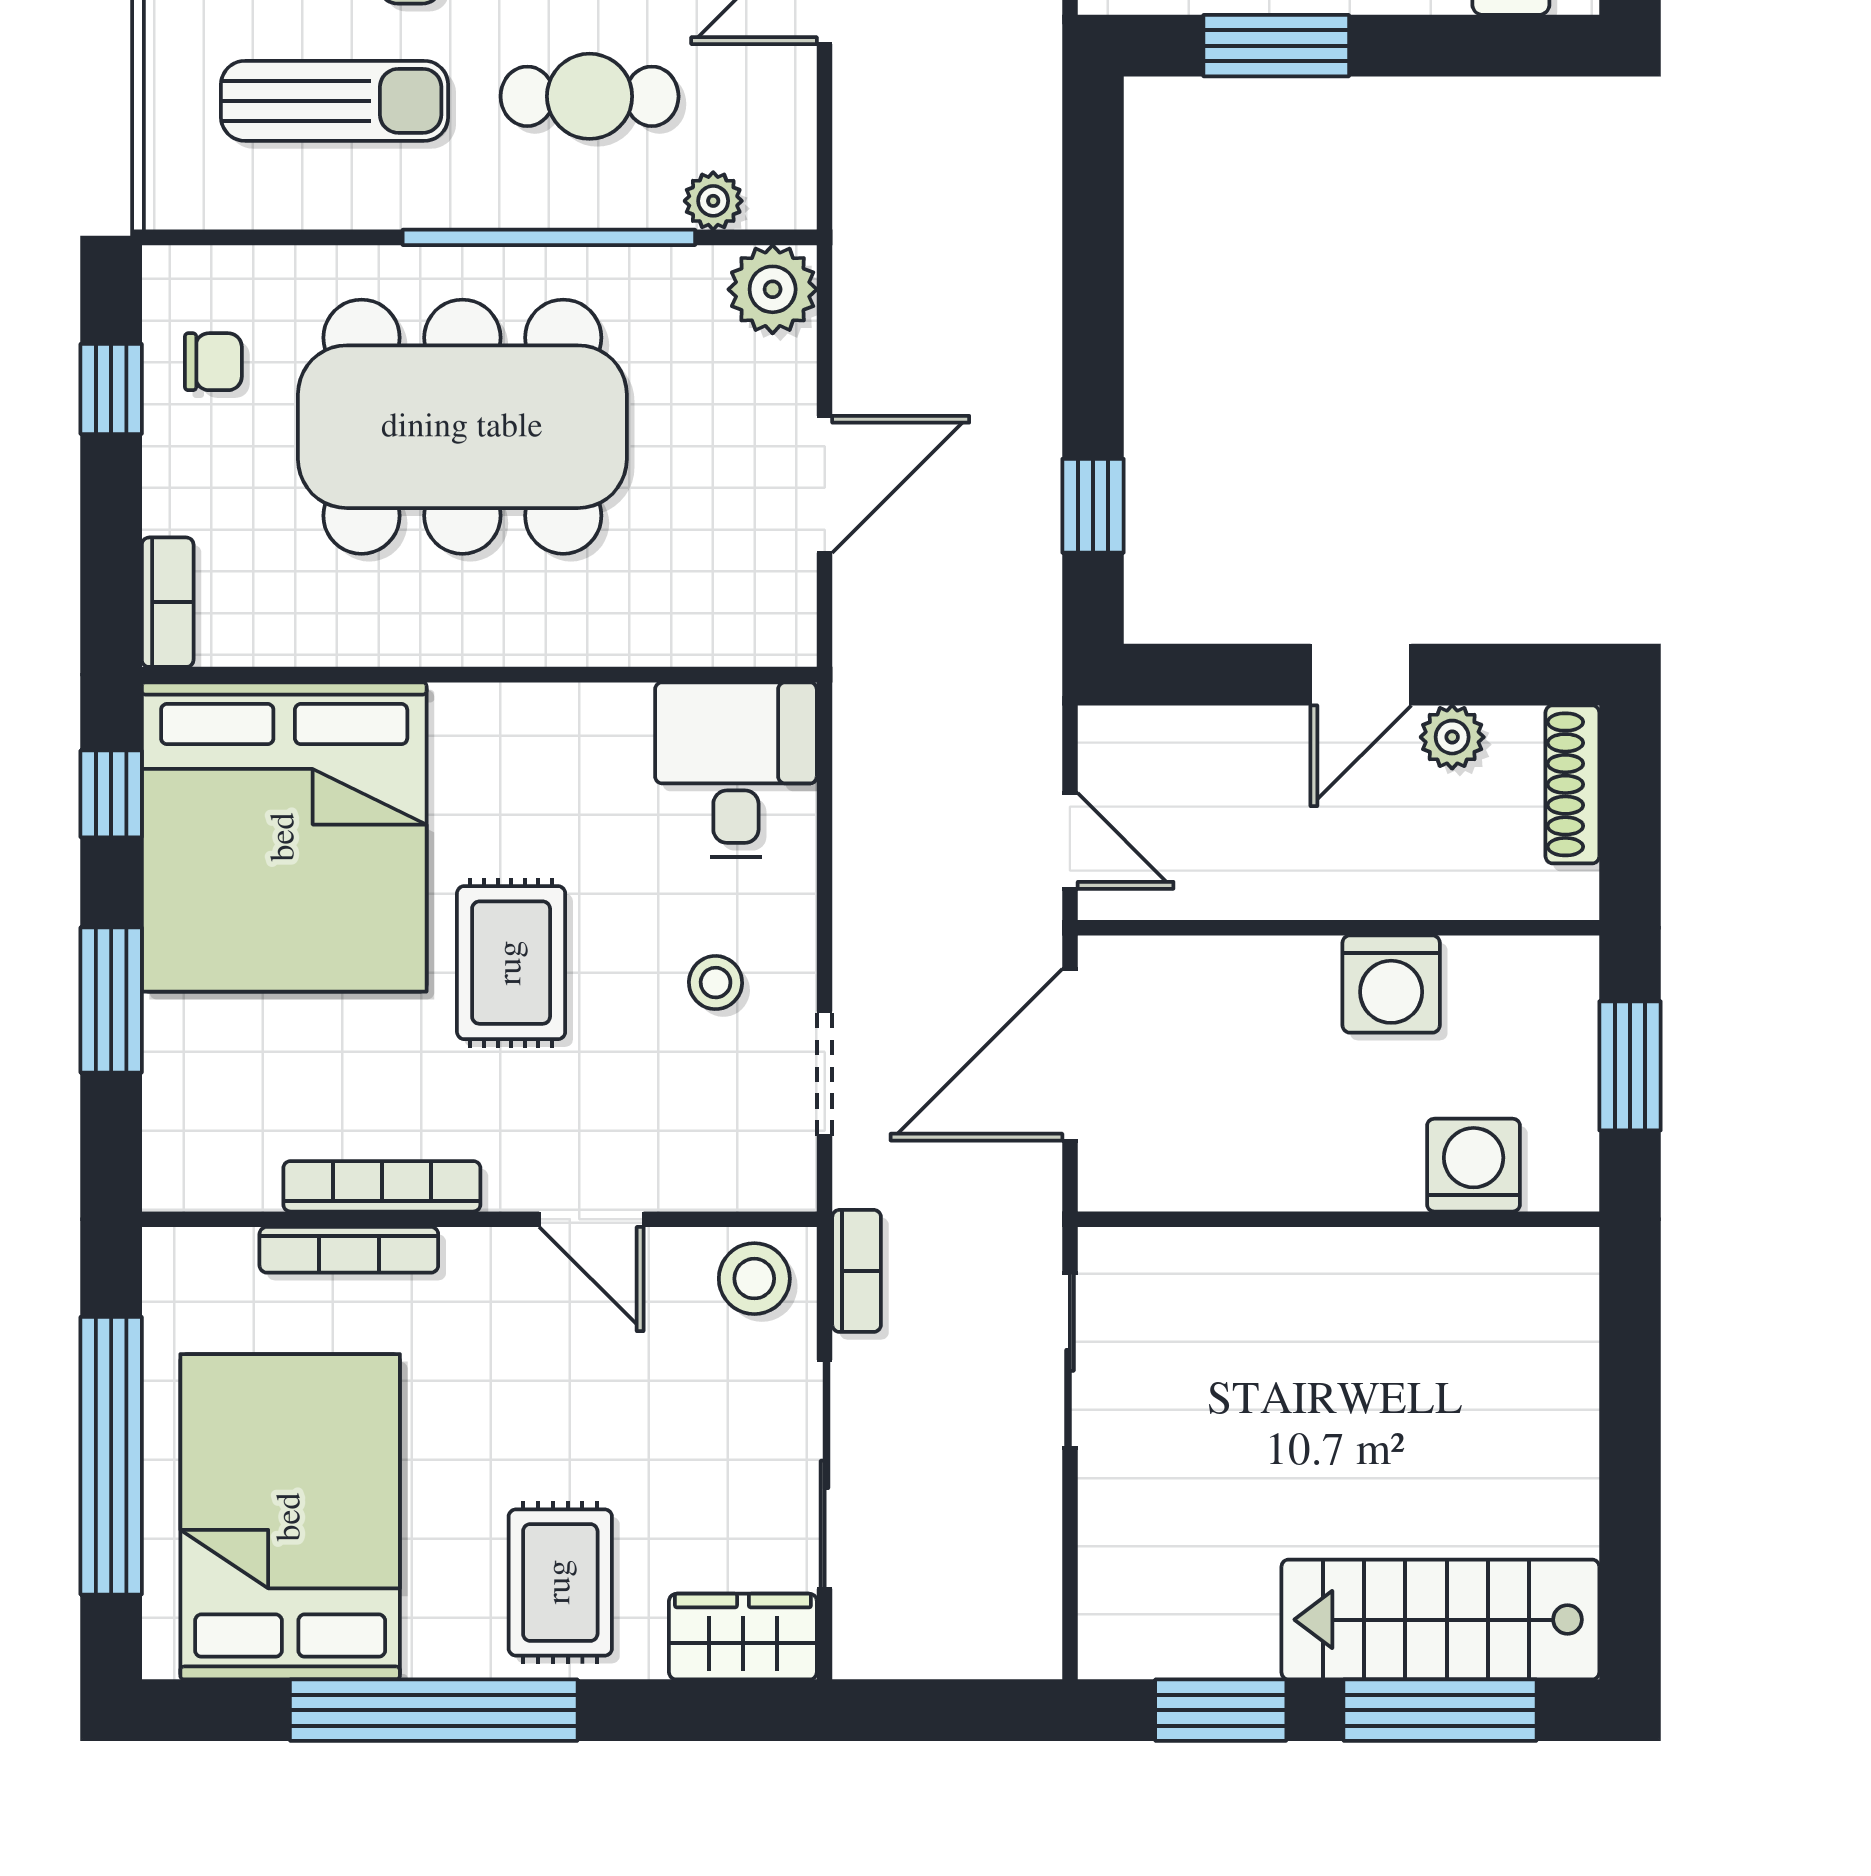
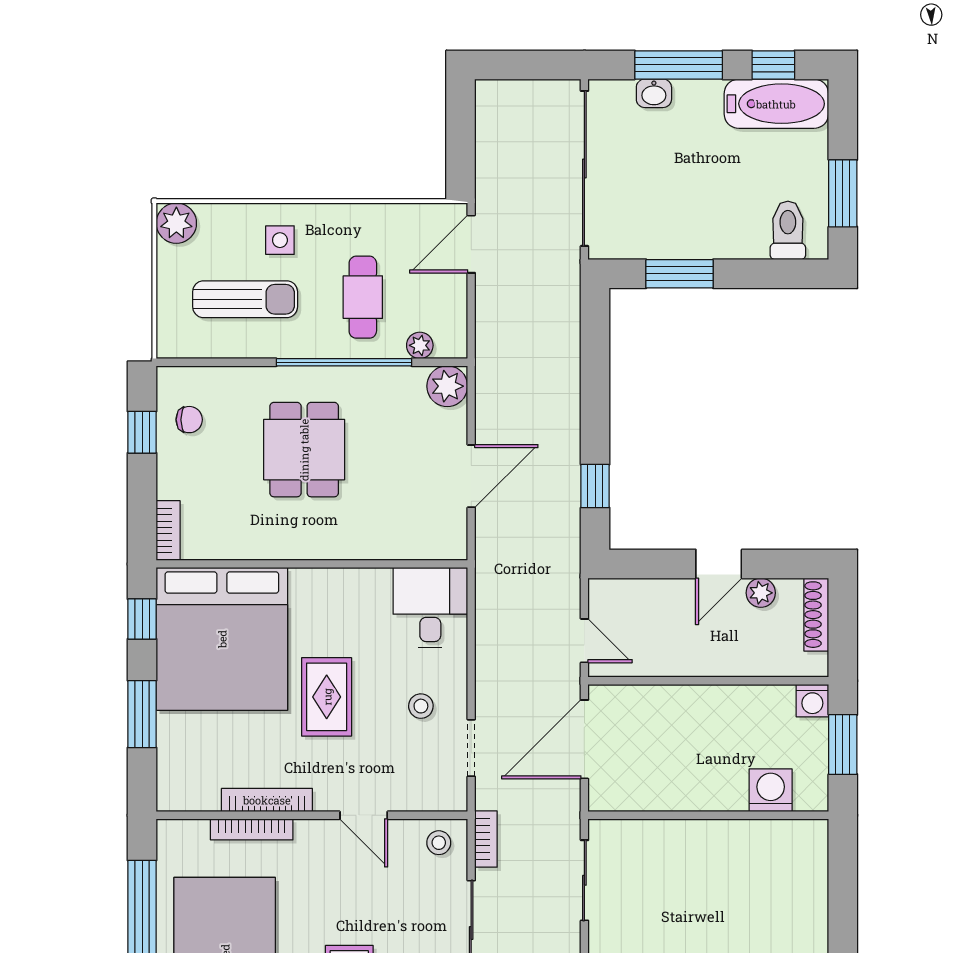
cafe table: (590, 96) -> (363, 297), turned 90
dining table: (462, 427) -> (304, 450), width x0.53, depth x0.80
washing machine: (1391, 984) -> (812, 701), moved, width x0.73, depth x0.73
stool: (754, 1279) -> (439, 843), width x0.73, depth x0.73

